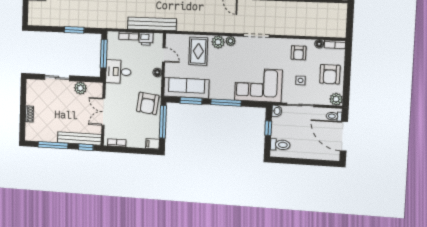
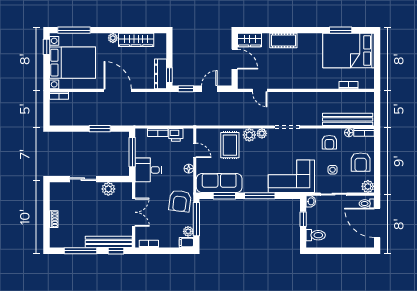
bench: (152, 24) -> (348, 119), moved
double door: (103, 112) -> (134, 212), swing flipped
plant: (155, 133) -> (188, 231), added

